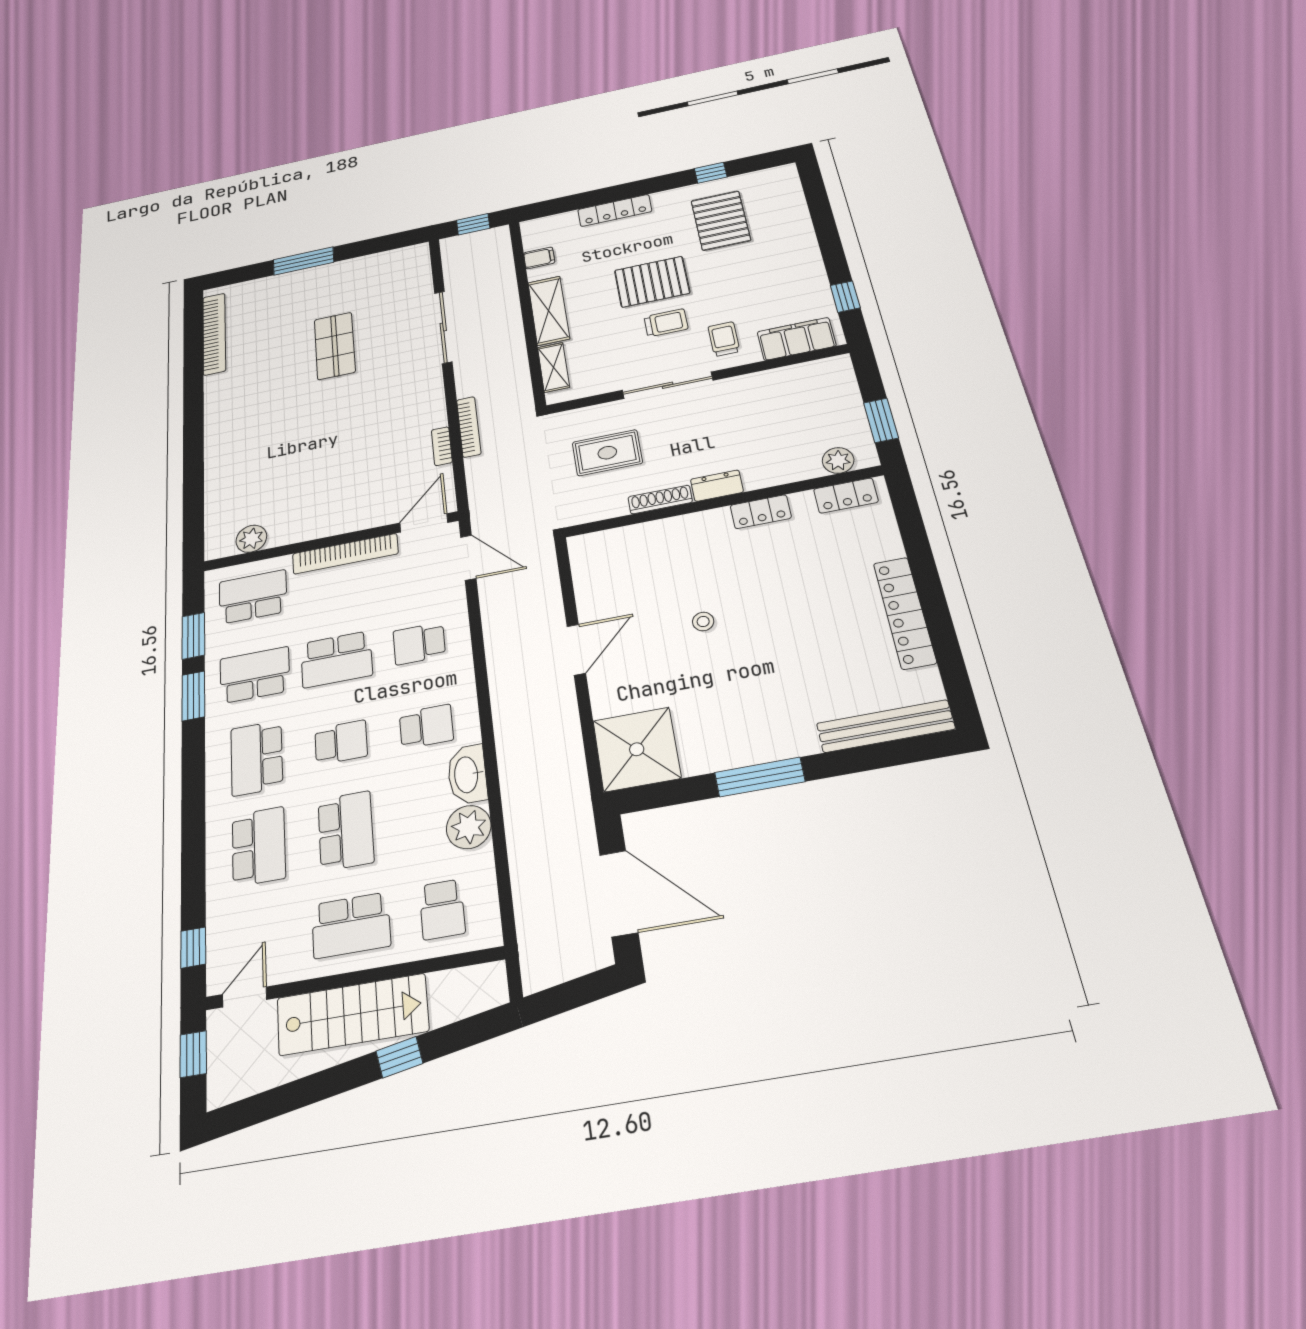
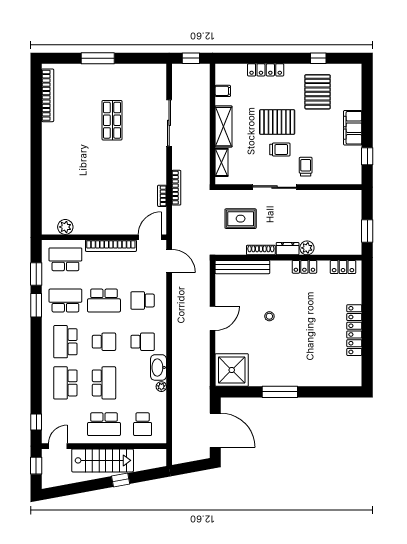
filing cabinet: (797, 339) -> (353, 128), moved, turned -90
plant: (838, 460) -> (307, 248), moved
bench: (886, 726) -> (242, 267), moved
plant: (469, 827) -> (161, 387), width x0.53, depth x0.53
school desk: (259, 846) -> (65, 383), turned 180

